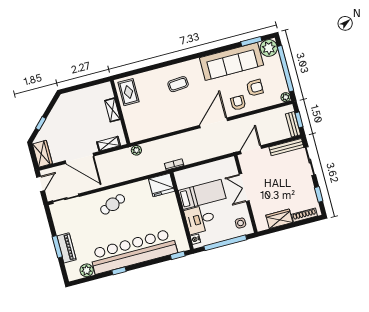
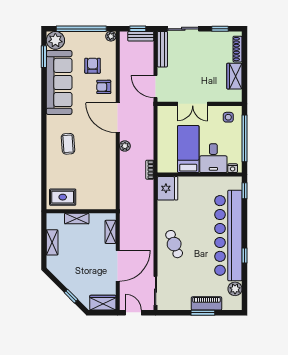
shelving: (85, 93) -> (52, 242), added
plant: (136, 150) -> (125, 146), moved

